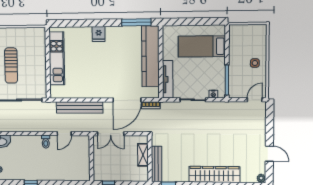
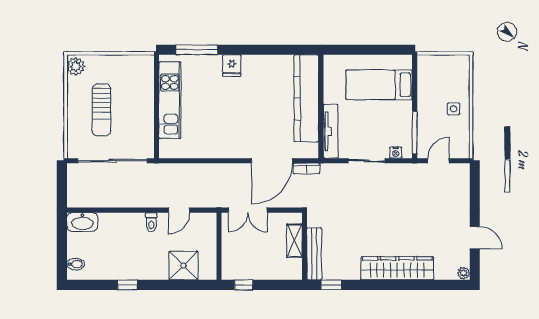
window: (136, 22) -> (197, 50), moved
door: (255, 100) -> (439, 161), moved
bench: (80, 107) -> (202, 172), removed
shower: (68, 171) -> (184, 266), added

